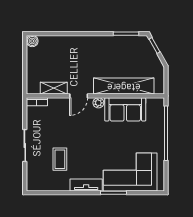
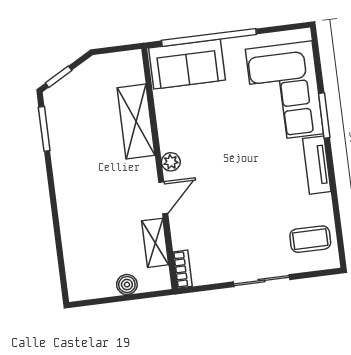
boiler: (32, 41) -> (127, 285), moved
shelving: (124, 86) -> (136, 121), width x0.68
door: (79, 96) -> (163, 198), hinge flipped
sofa: (125, 109) -> (187, 64), moved, turned 90
coffee table: (60, 159) -> (310, 239), moved

